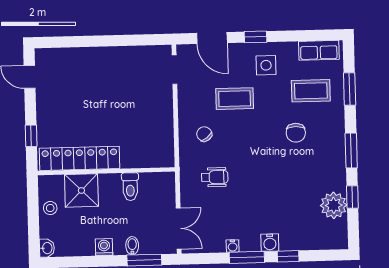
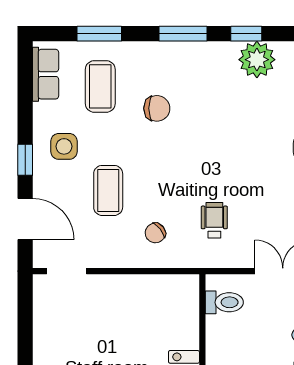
door: (212, 38) -> (25, 219), hinge flipped
toilet: (130, 187) -> (224, 302), moved

